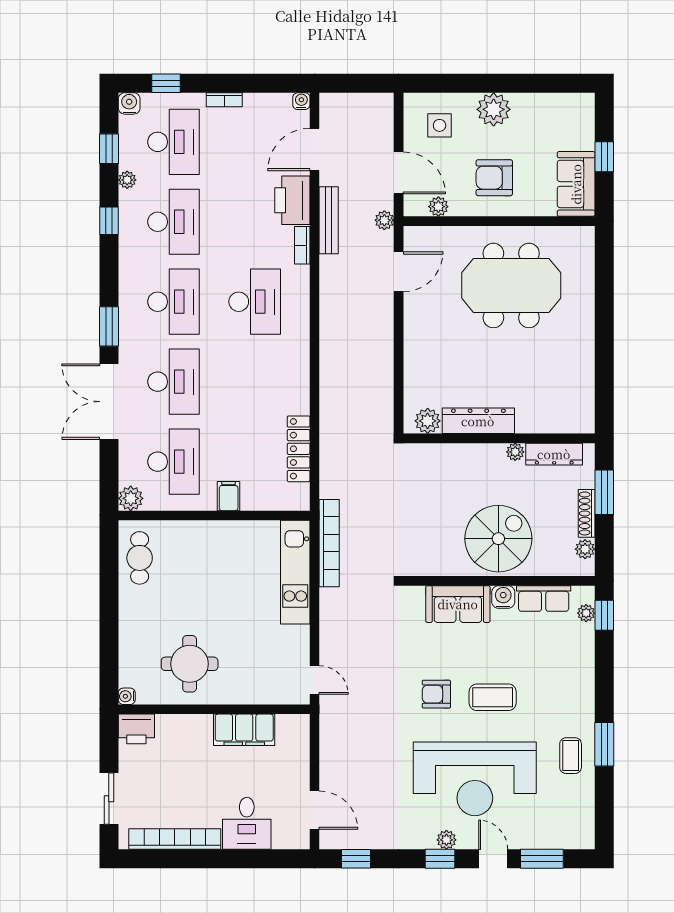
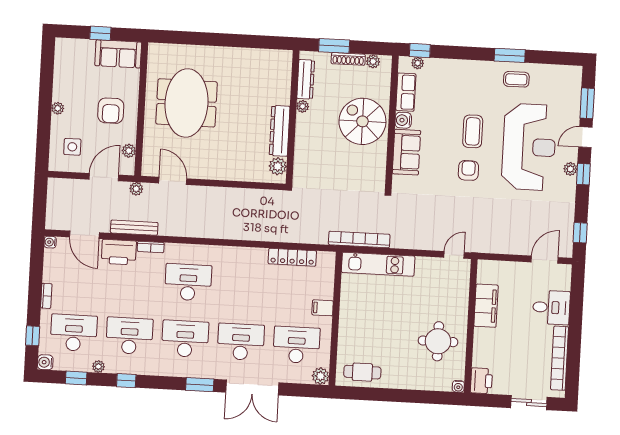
plant: (494, 109) -> (58, 108), width x0.53, depth x0.53
armchair: (436, 694) -> (468, 170), turned 180

